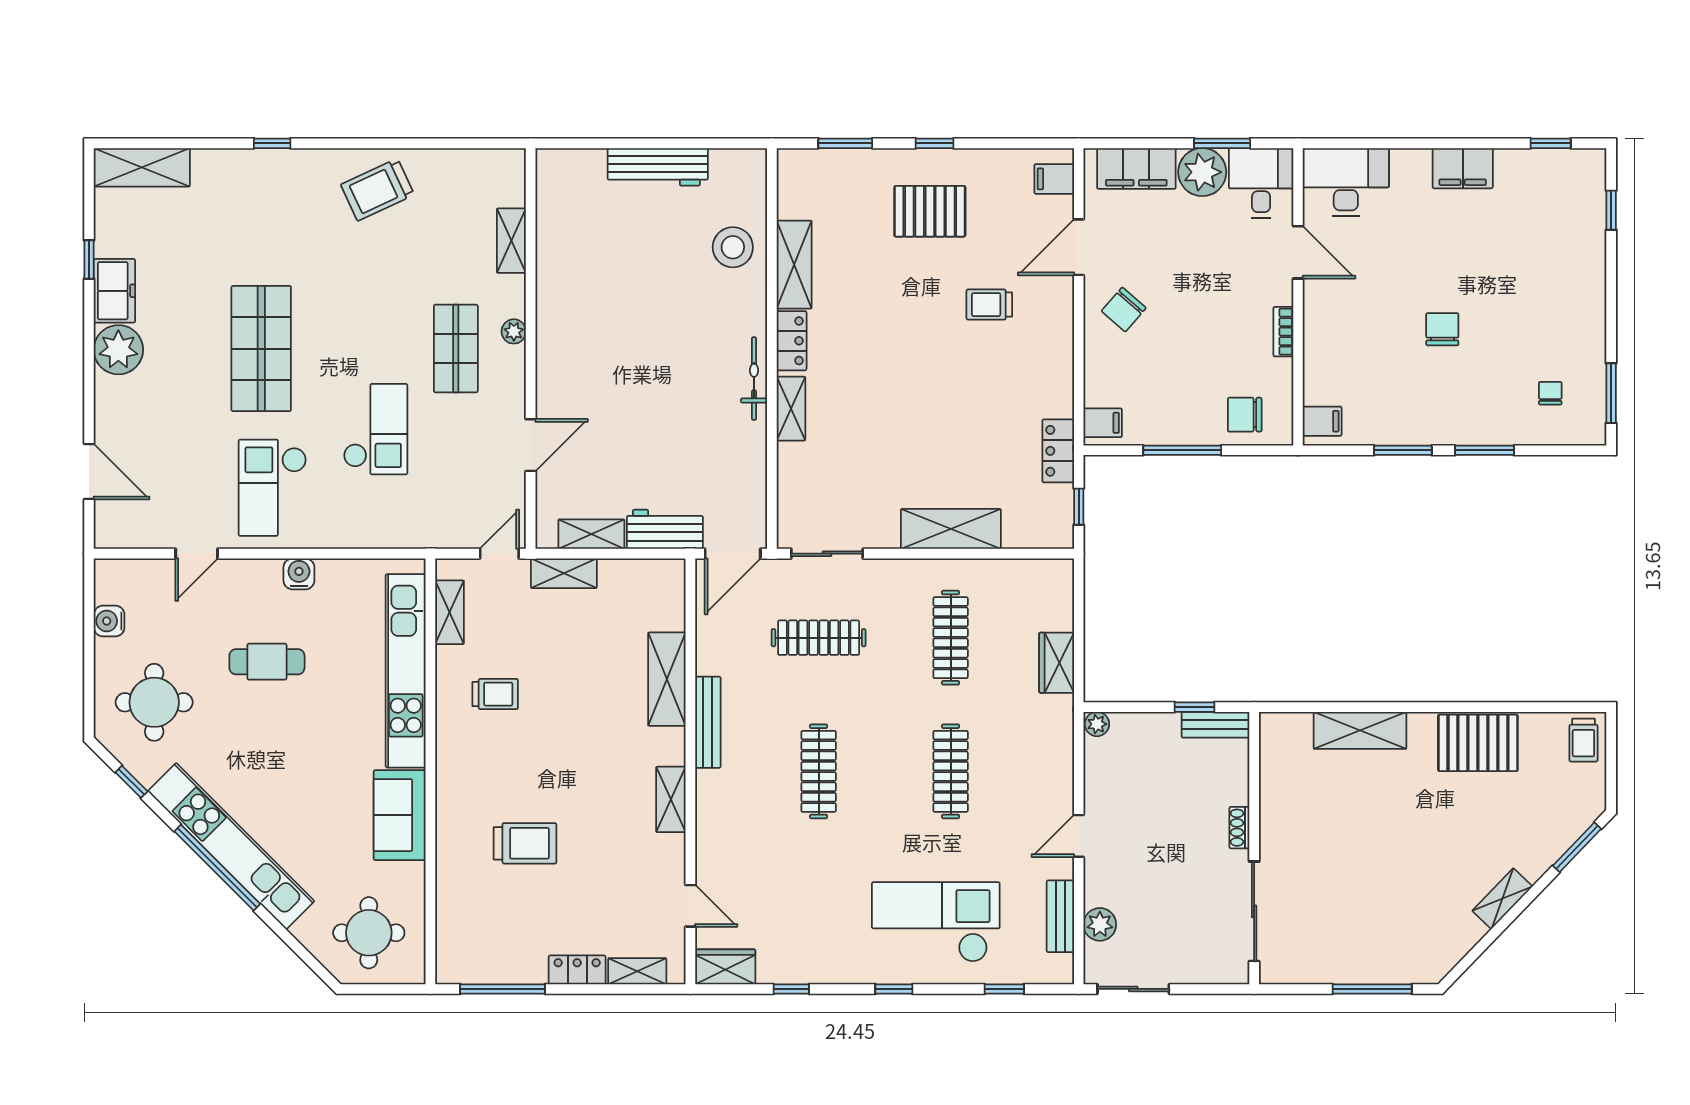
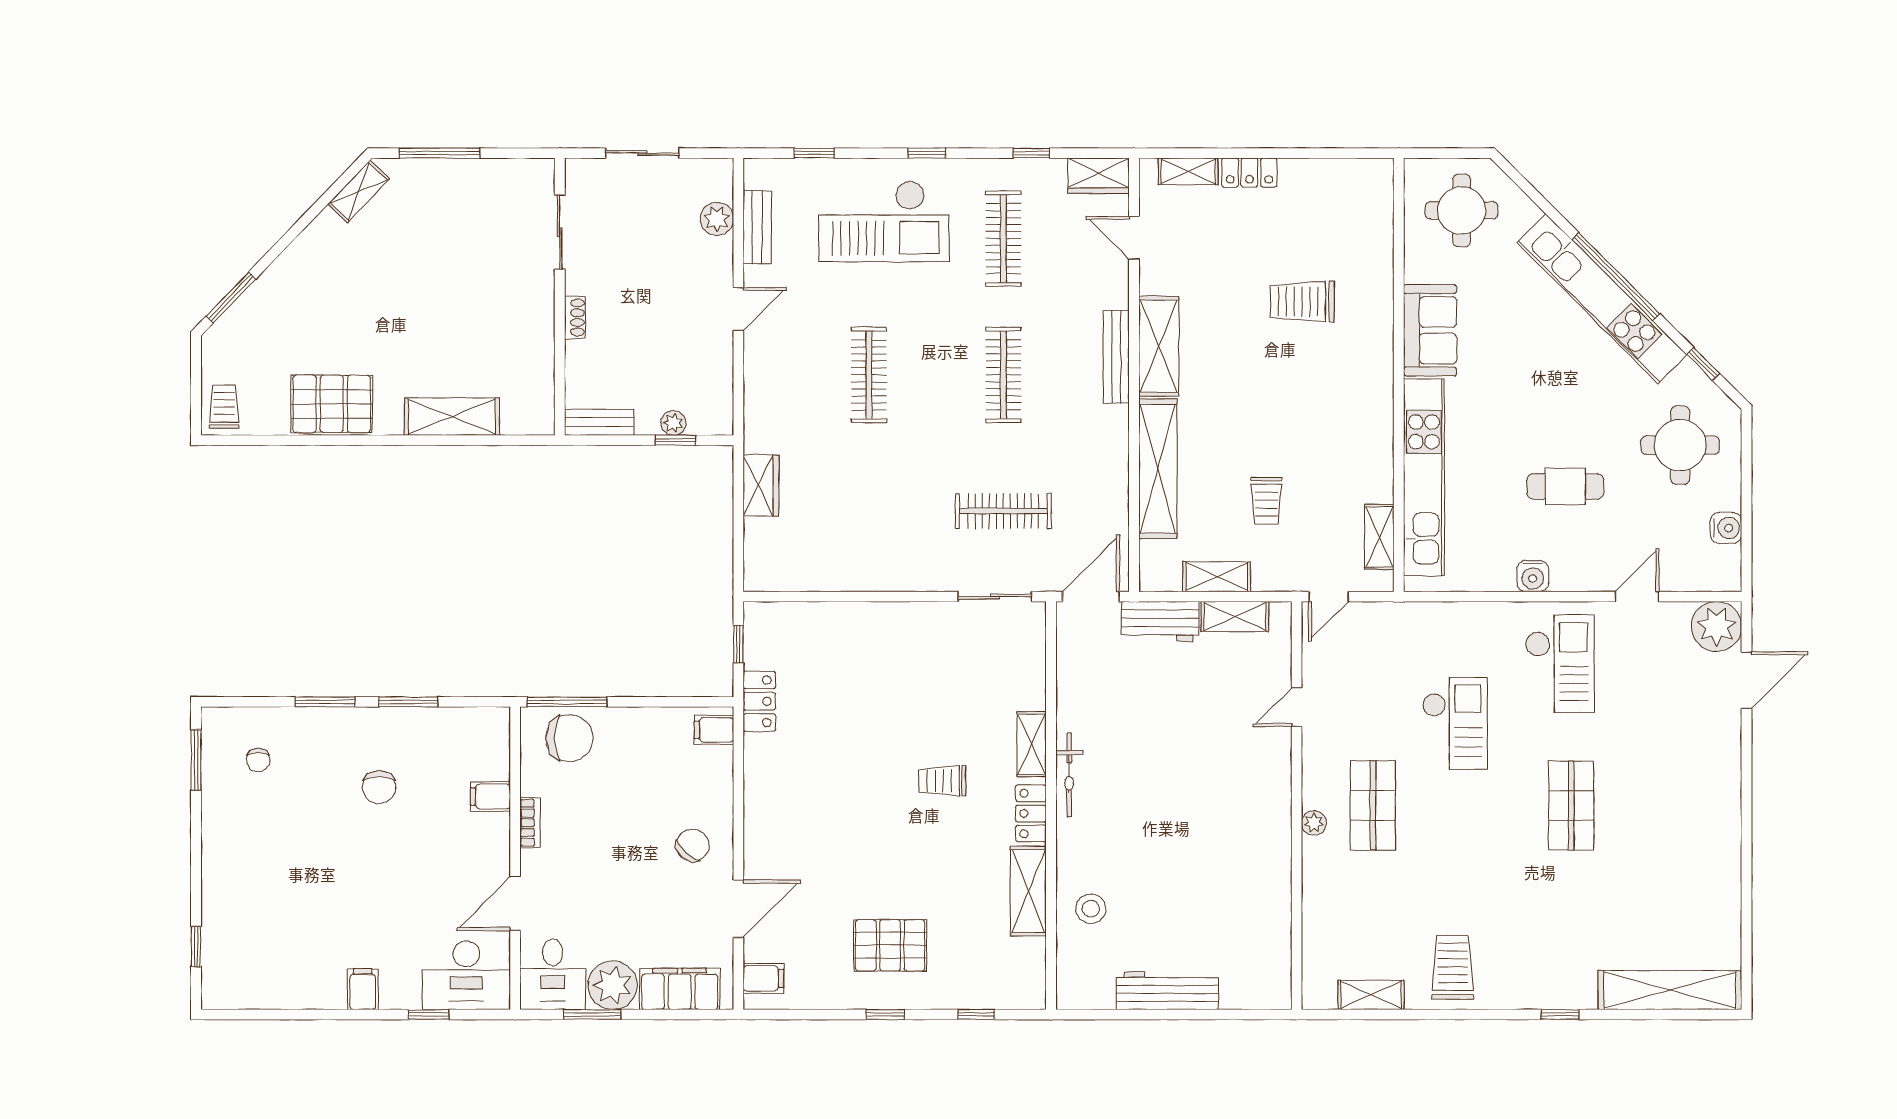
window: (845, 143) -> (976, 1014), width x0.67
window: (1551, 143) -> (429, 1014), moved
shelving: (142, 167) -> (1670, 990), width x1.47
filing cabinet: (1463, 168) -> (363, 989), width x0.50
trolley: (378, 190) -> (1453, 967), turned -65
shelving: (511, 241) -> (1371, 995), moved, turned 90
stool: (733, 247) -> (1091, 909), width x0.73, depth x0.73
door: (1298, 252) -> (515, 904), hinge flipped
window: (89, 259) -> (1747, 896), removed
freezer: (114, 291) -> (1721, 864), removed
trolley: (989, 305) -> (942, 781), moved, turned 180
chair: (1442, 329) -> (379, 787), moved
shop shelf: (261, 349) -> (1571, 806), width x0.70, depth x0.74
plant: (118, 350) -> (1717, 626), moved
chair: (1245, 415) -> (569, 738), width x1.37, depth x1.37
filing cabinet: (1322, 421) -> (490, 797), moved
checkout: (375, 429) -> (1455, 723), turned 180
door: (531, 445) -> (1297, 707), width x0.73
window: (1182, 450) -> (567, 702), moved
door: (89, 472) -> (1747, 680), swing flipped
shelving: (951, 529) -> (869, 622), removed
shelving: (564, 573) -> (1217, 577), moved
clothes rail: (951, 638) -> (1003, 239), moved
shelving: (667, 679) -> (1158, 469), width x1.47
trolley: (495, 694) -> (1266, 501), moved, turned -90
window: (1194, 707) -> (675, 440), moved
bench: (708, 722) -> (1116, 357), moved
plant: (1097, 724) -> (673, 423), moved
shelving: (671, 799) -> (1159, 346), width x1.50, depth x1.33
shelving: (1502, 899) -> (359, 191), moved
sliding door: (1254, 911) -> (560, 232), width x0.73
window: (502, 989) -> (1325, 153), removed
sliding door: (1133, 989) -> (642, 153), moved

